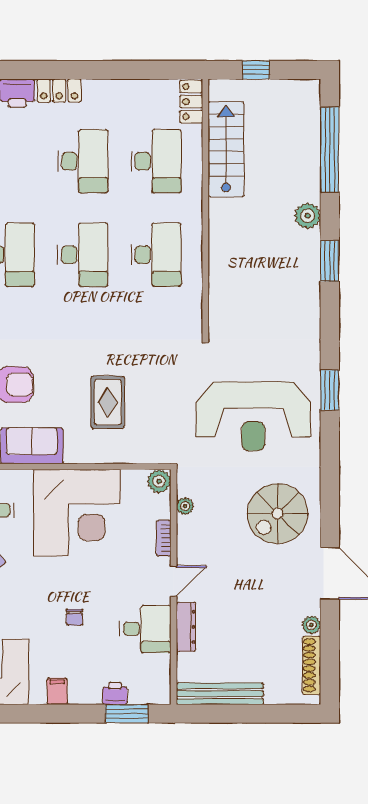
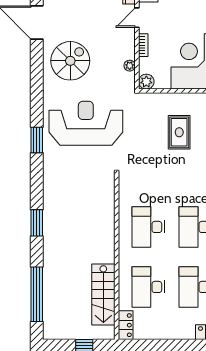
plant: (308, 216) -> (51, 252), removed

